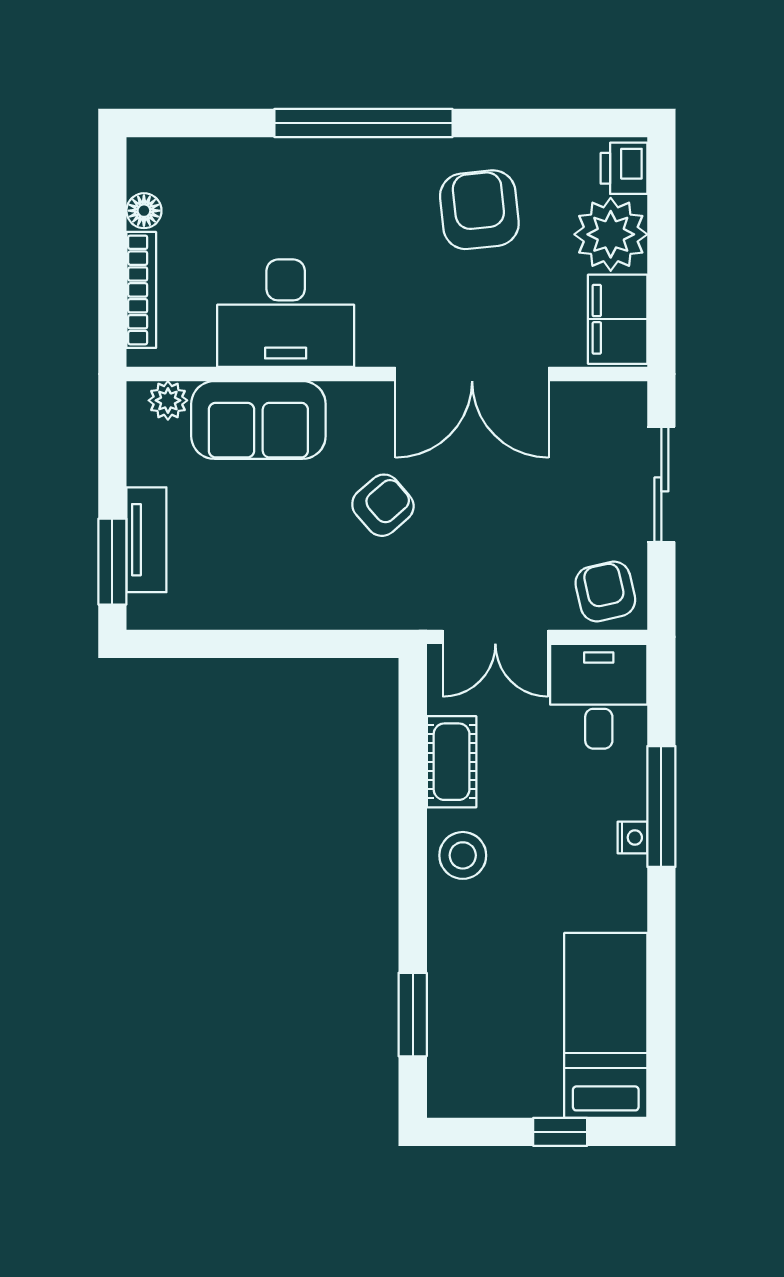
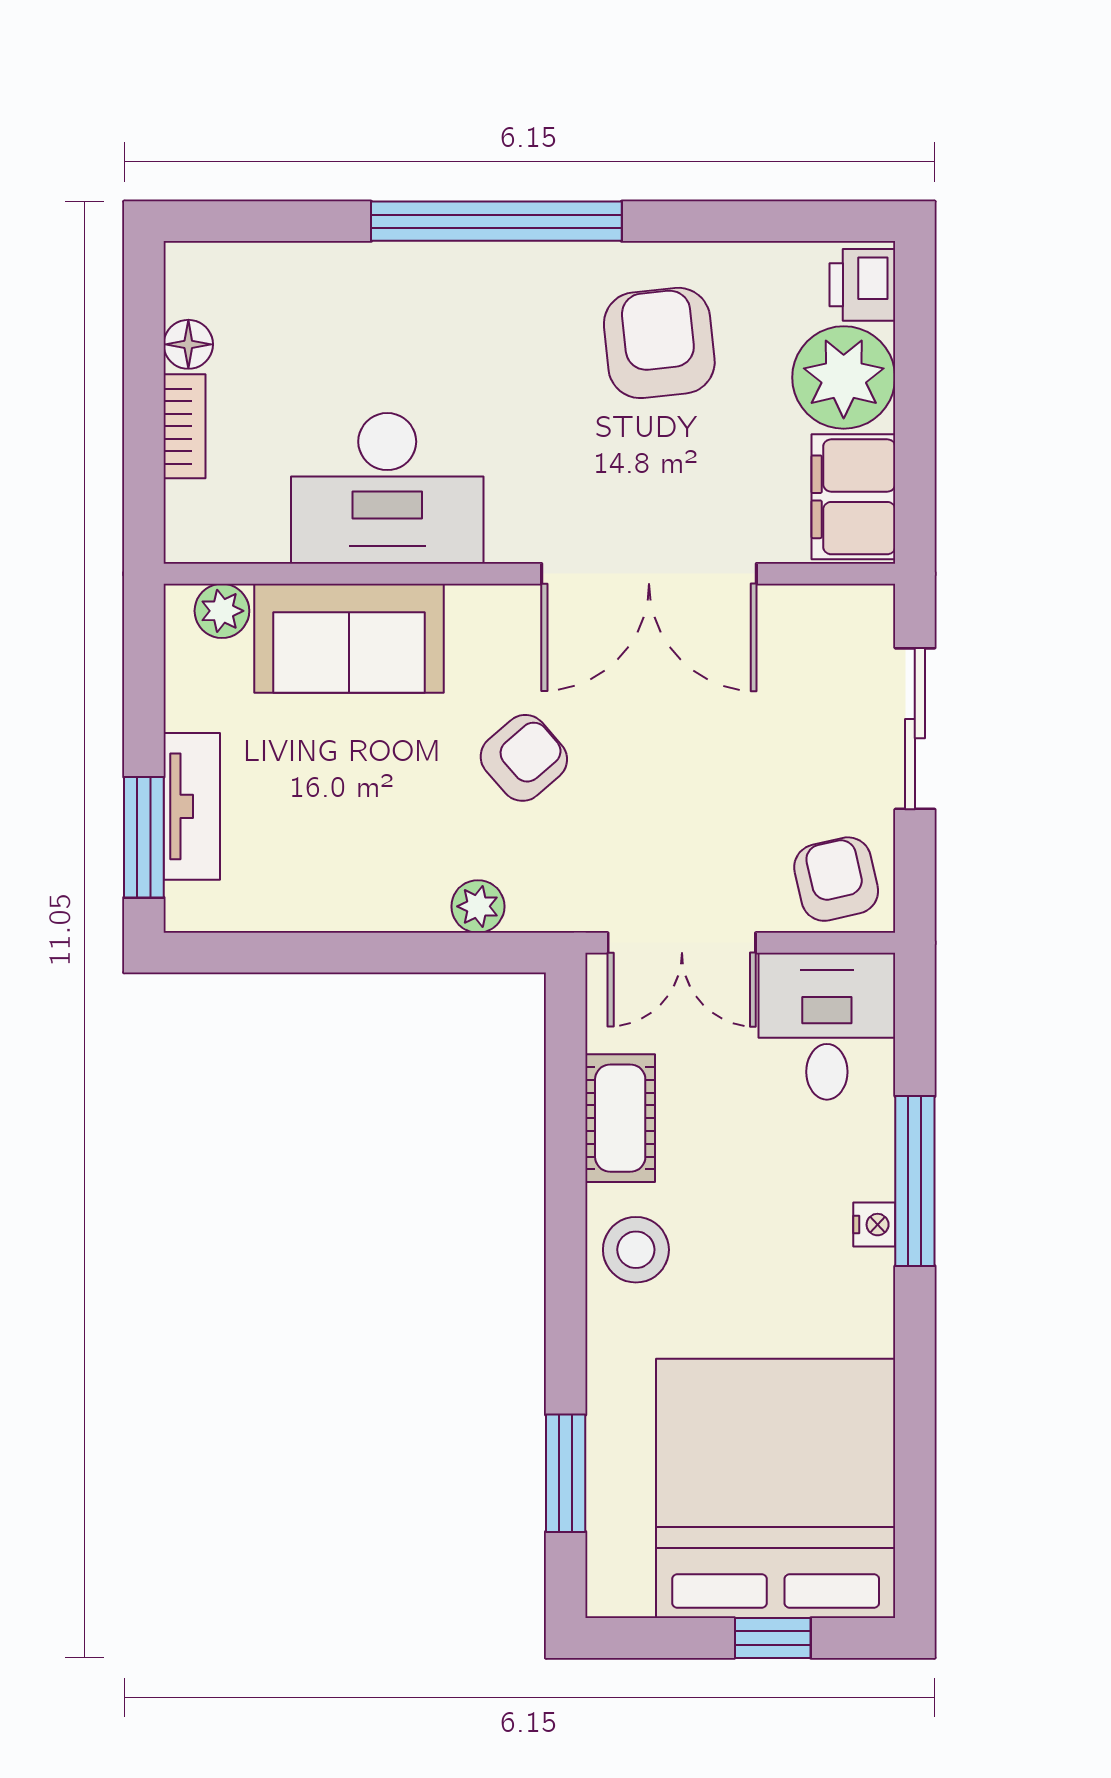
bookcase: (141, 290) -> (184, 426), width x0.64
plant: (350, 611) -> (478, 906), added
bed: (606, 1025) -> (776, 1488), width x2.04

